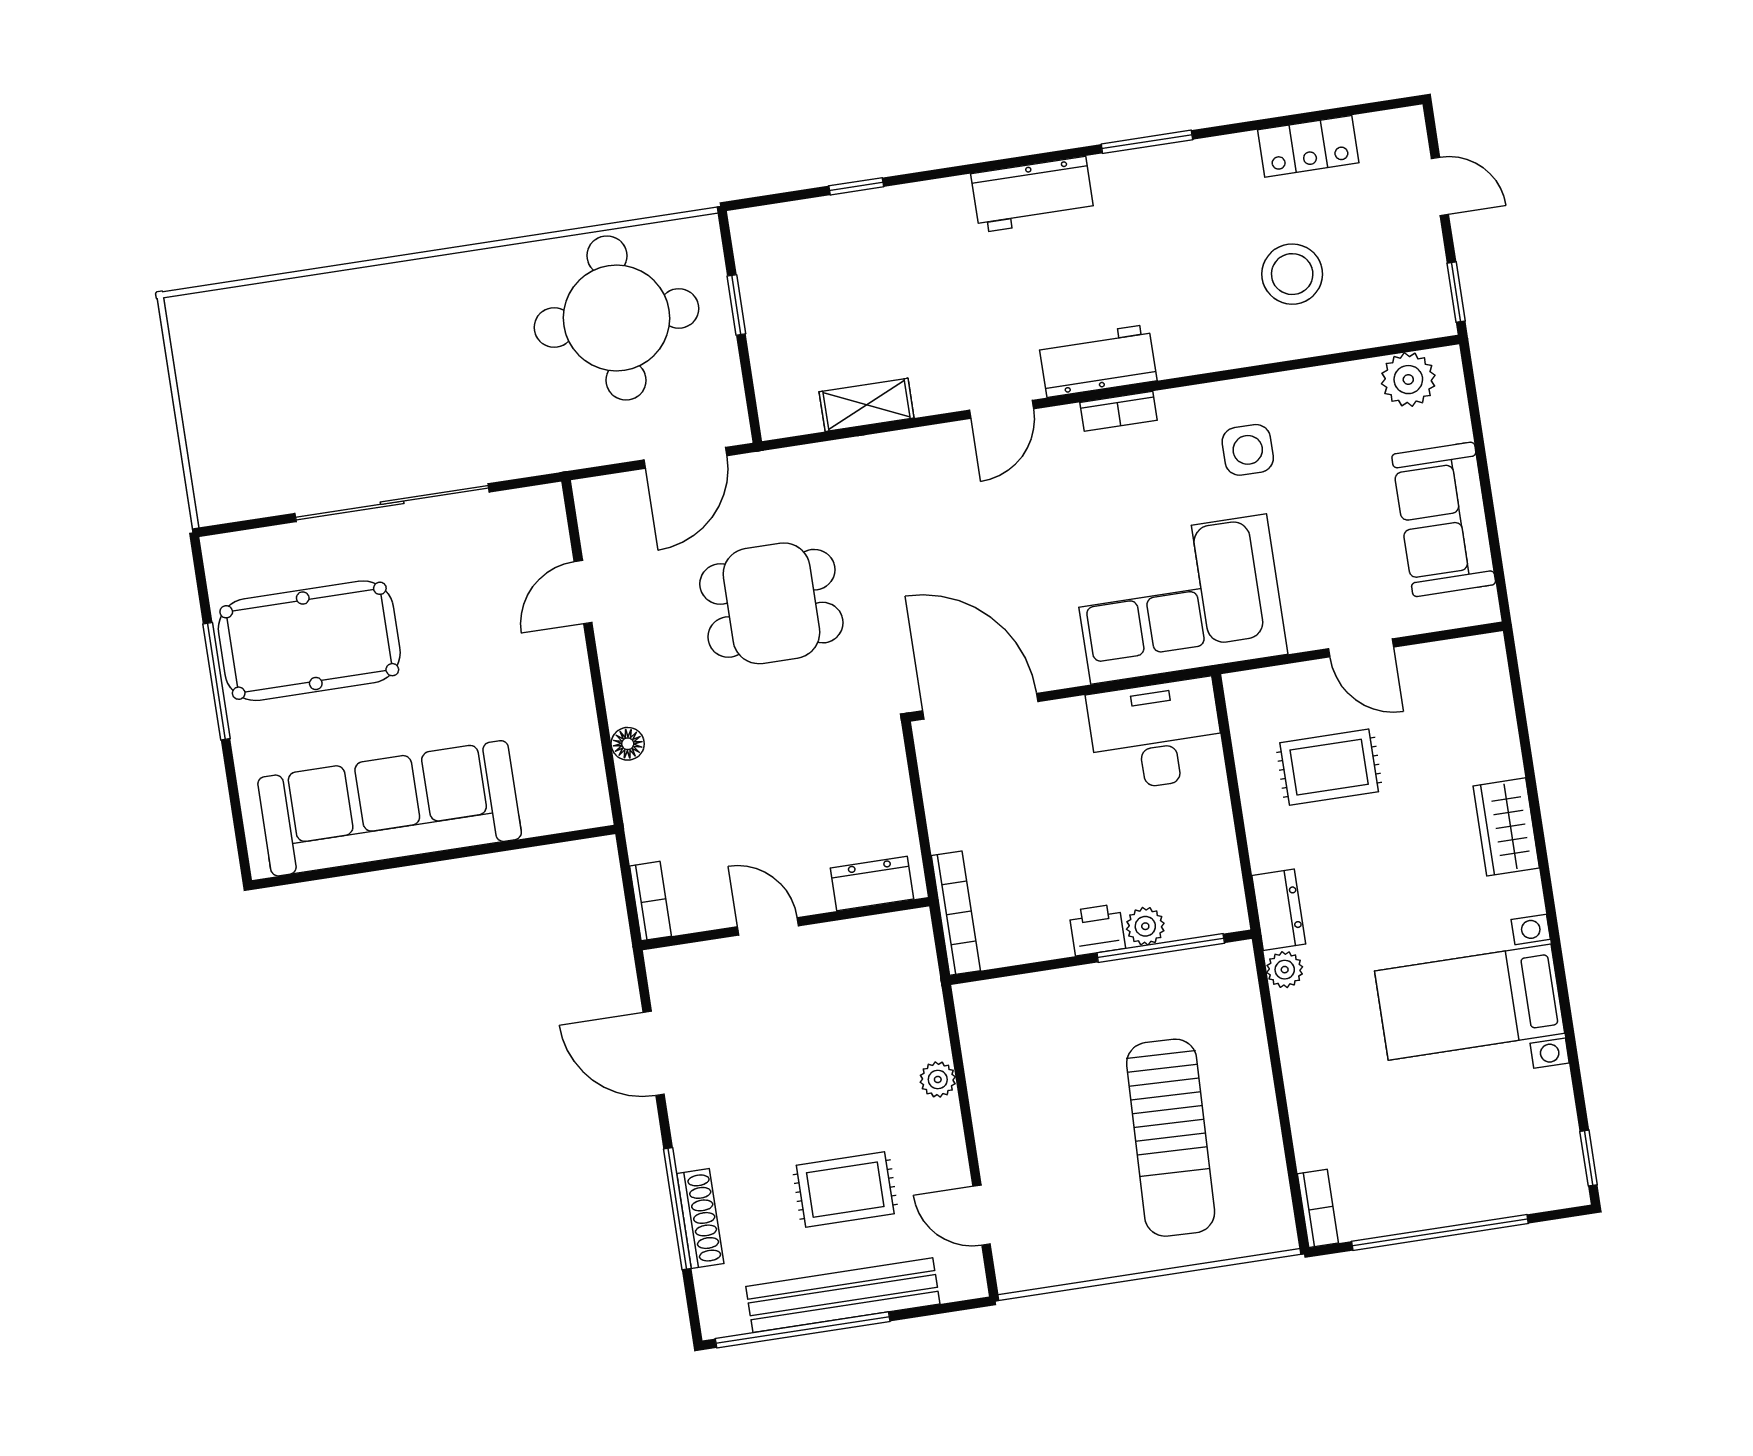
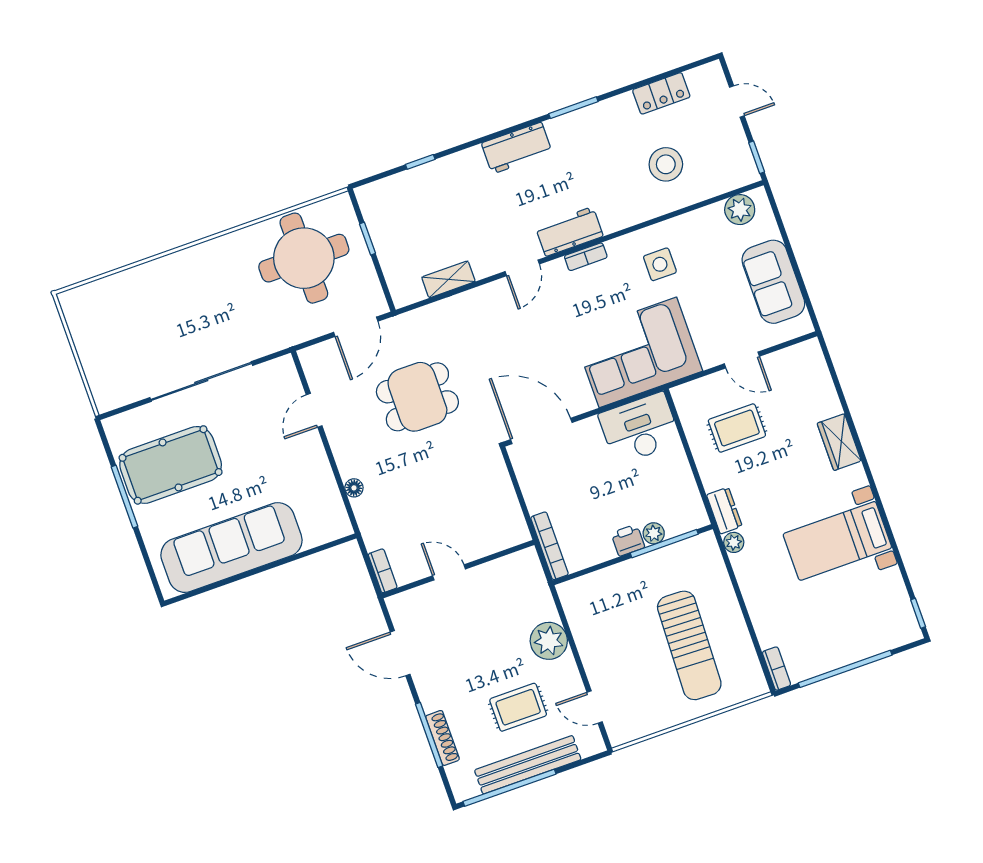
dresser: (872, 883) -> (501, 538), removed
plant: (938, 1080) -> (549, 641), width x1.87, depth x1.87

